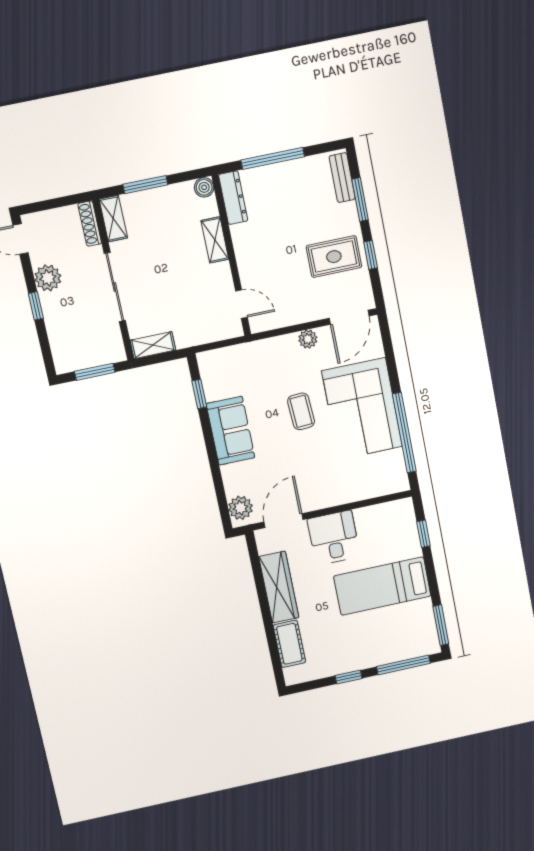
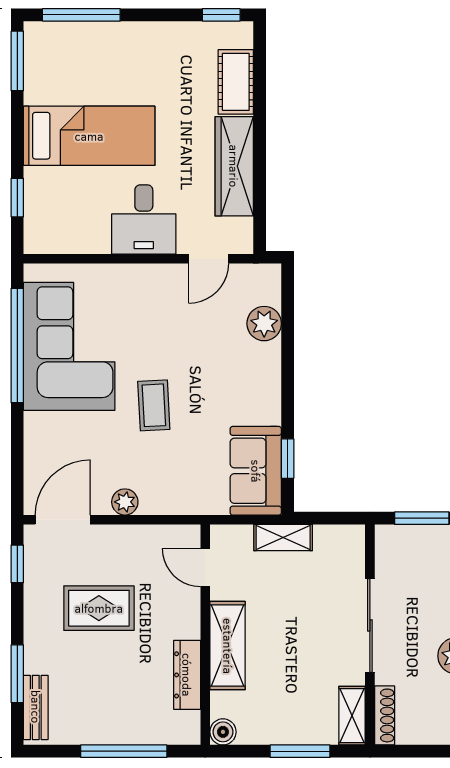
dresser: (233, 198) -> (187, 675), moved
shelving: (215, 240) -> (228, 646), width x1.50, depth x1.33
window: (371, 255) -> (17, 564), moved
rug: (334, 257) -> (99, 608), moved
shelving: (153, 345) -> (283, 538), moved
corner sofa: (362, 409) -> (69, 346), moved
sofa: (230, 431) -> (256, 471), moved
plant: (241, 508) -> (264, 324), moved
door: (284, 521) -> (209, 259), width x0.73
window: (349, 677) -> (221, 15), moved

